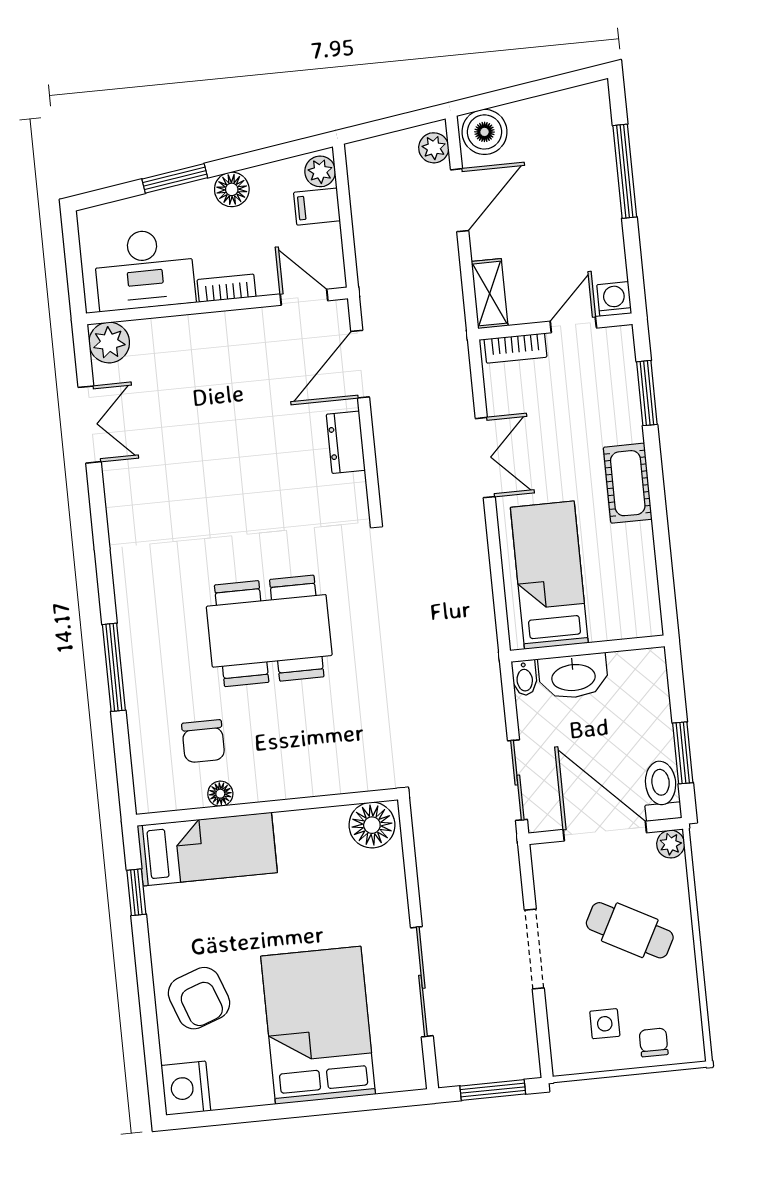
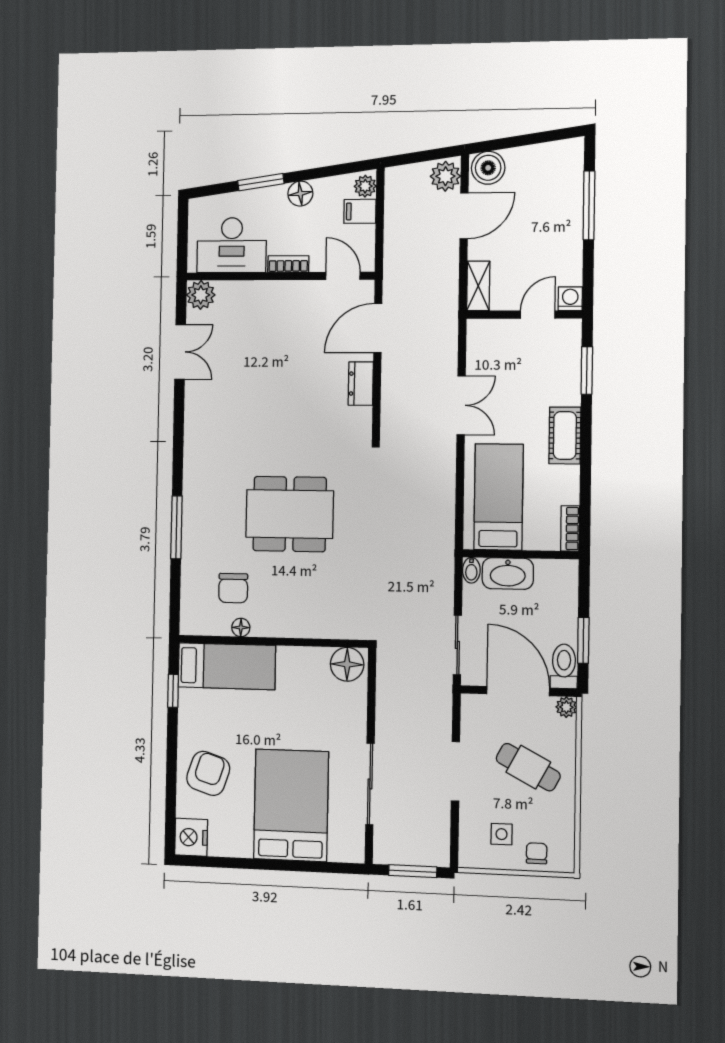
plant: (434, 148) -> (445, 176), width x1.38, depth x1.38
bookcase: (515, 348) -> (570, 528), moved, turned 90
armchair: (199, 998) -> (208, 773), turned -142

